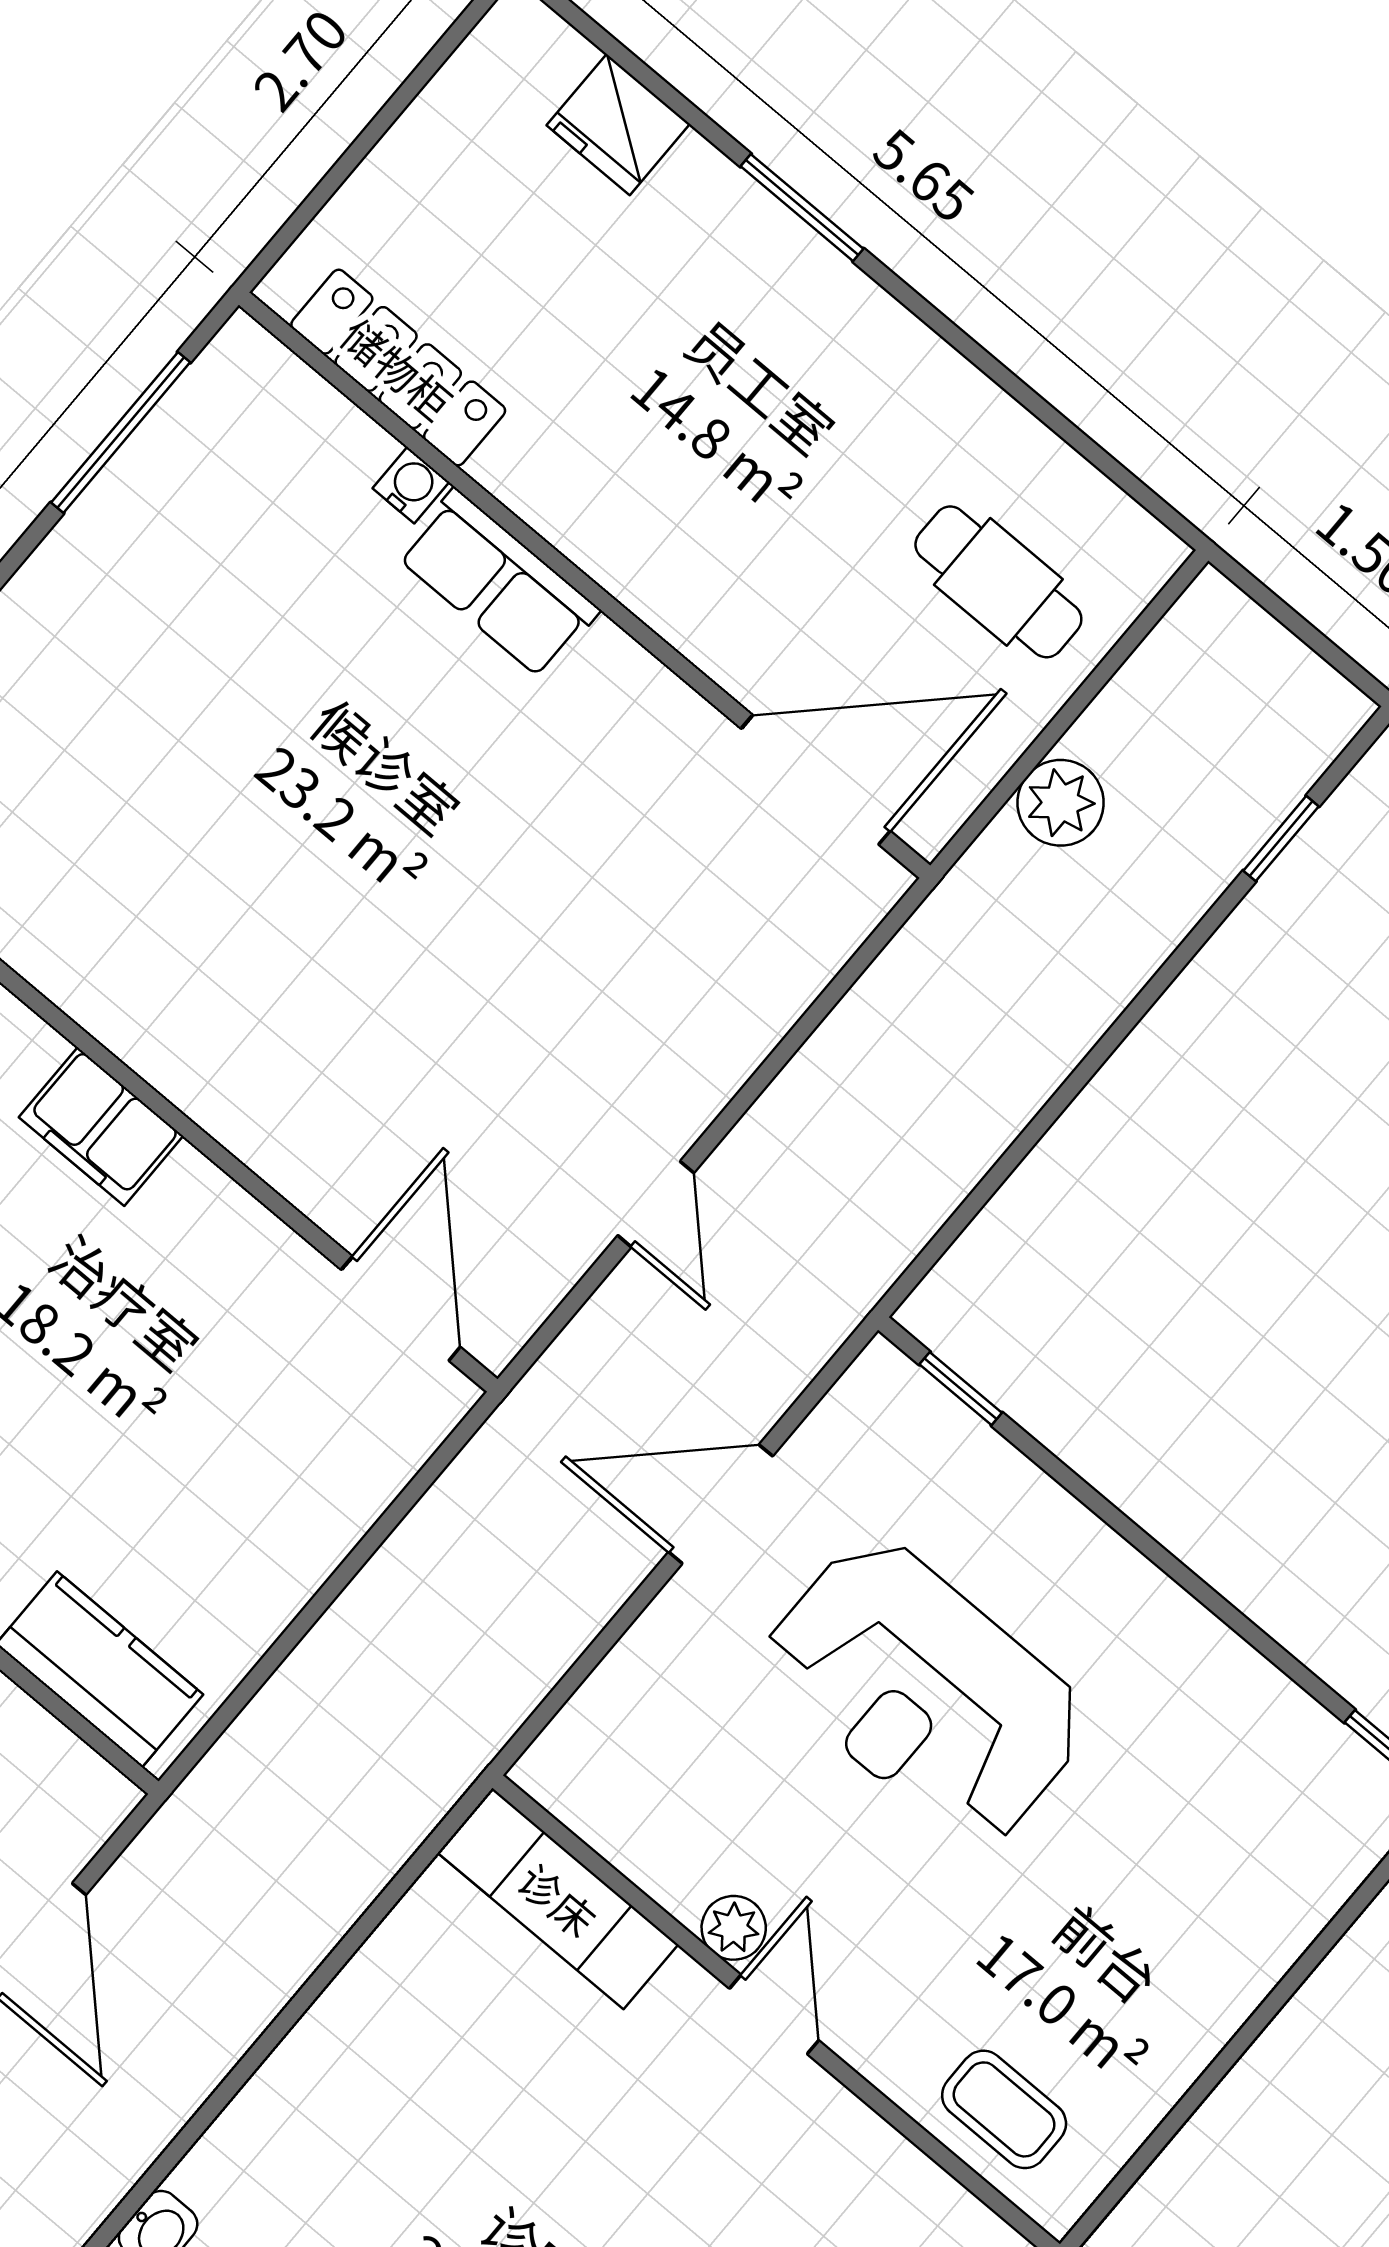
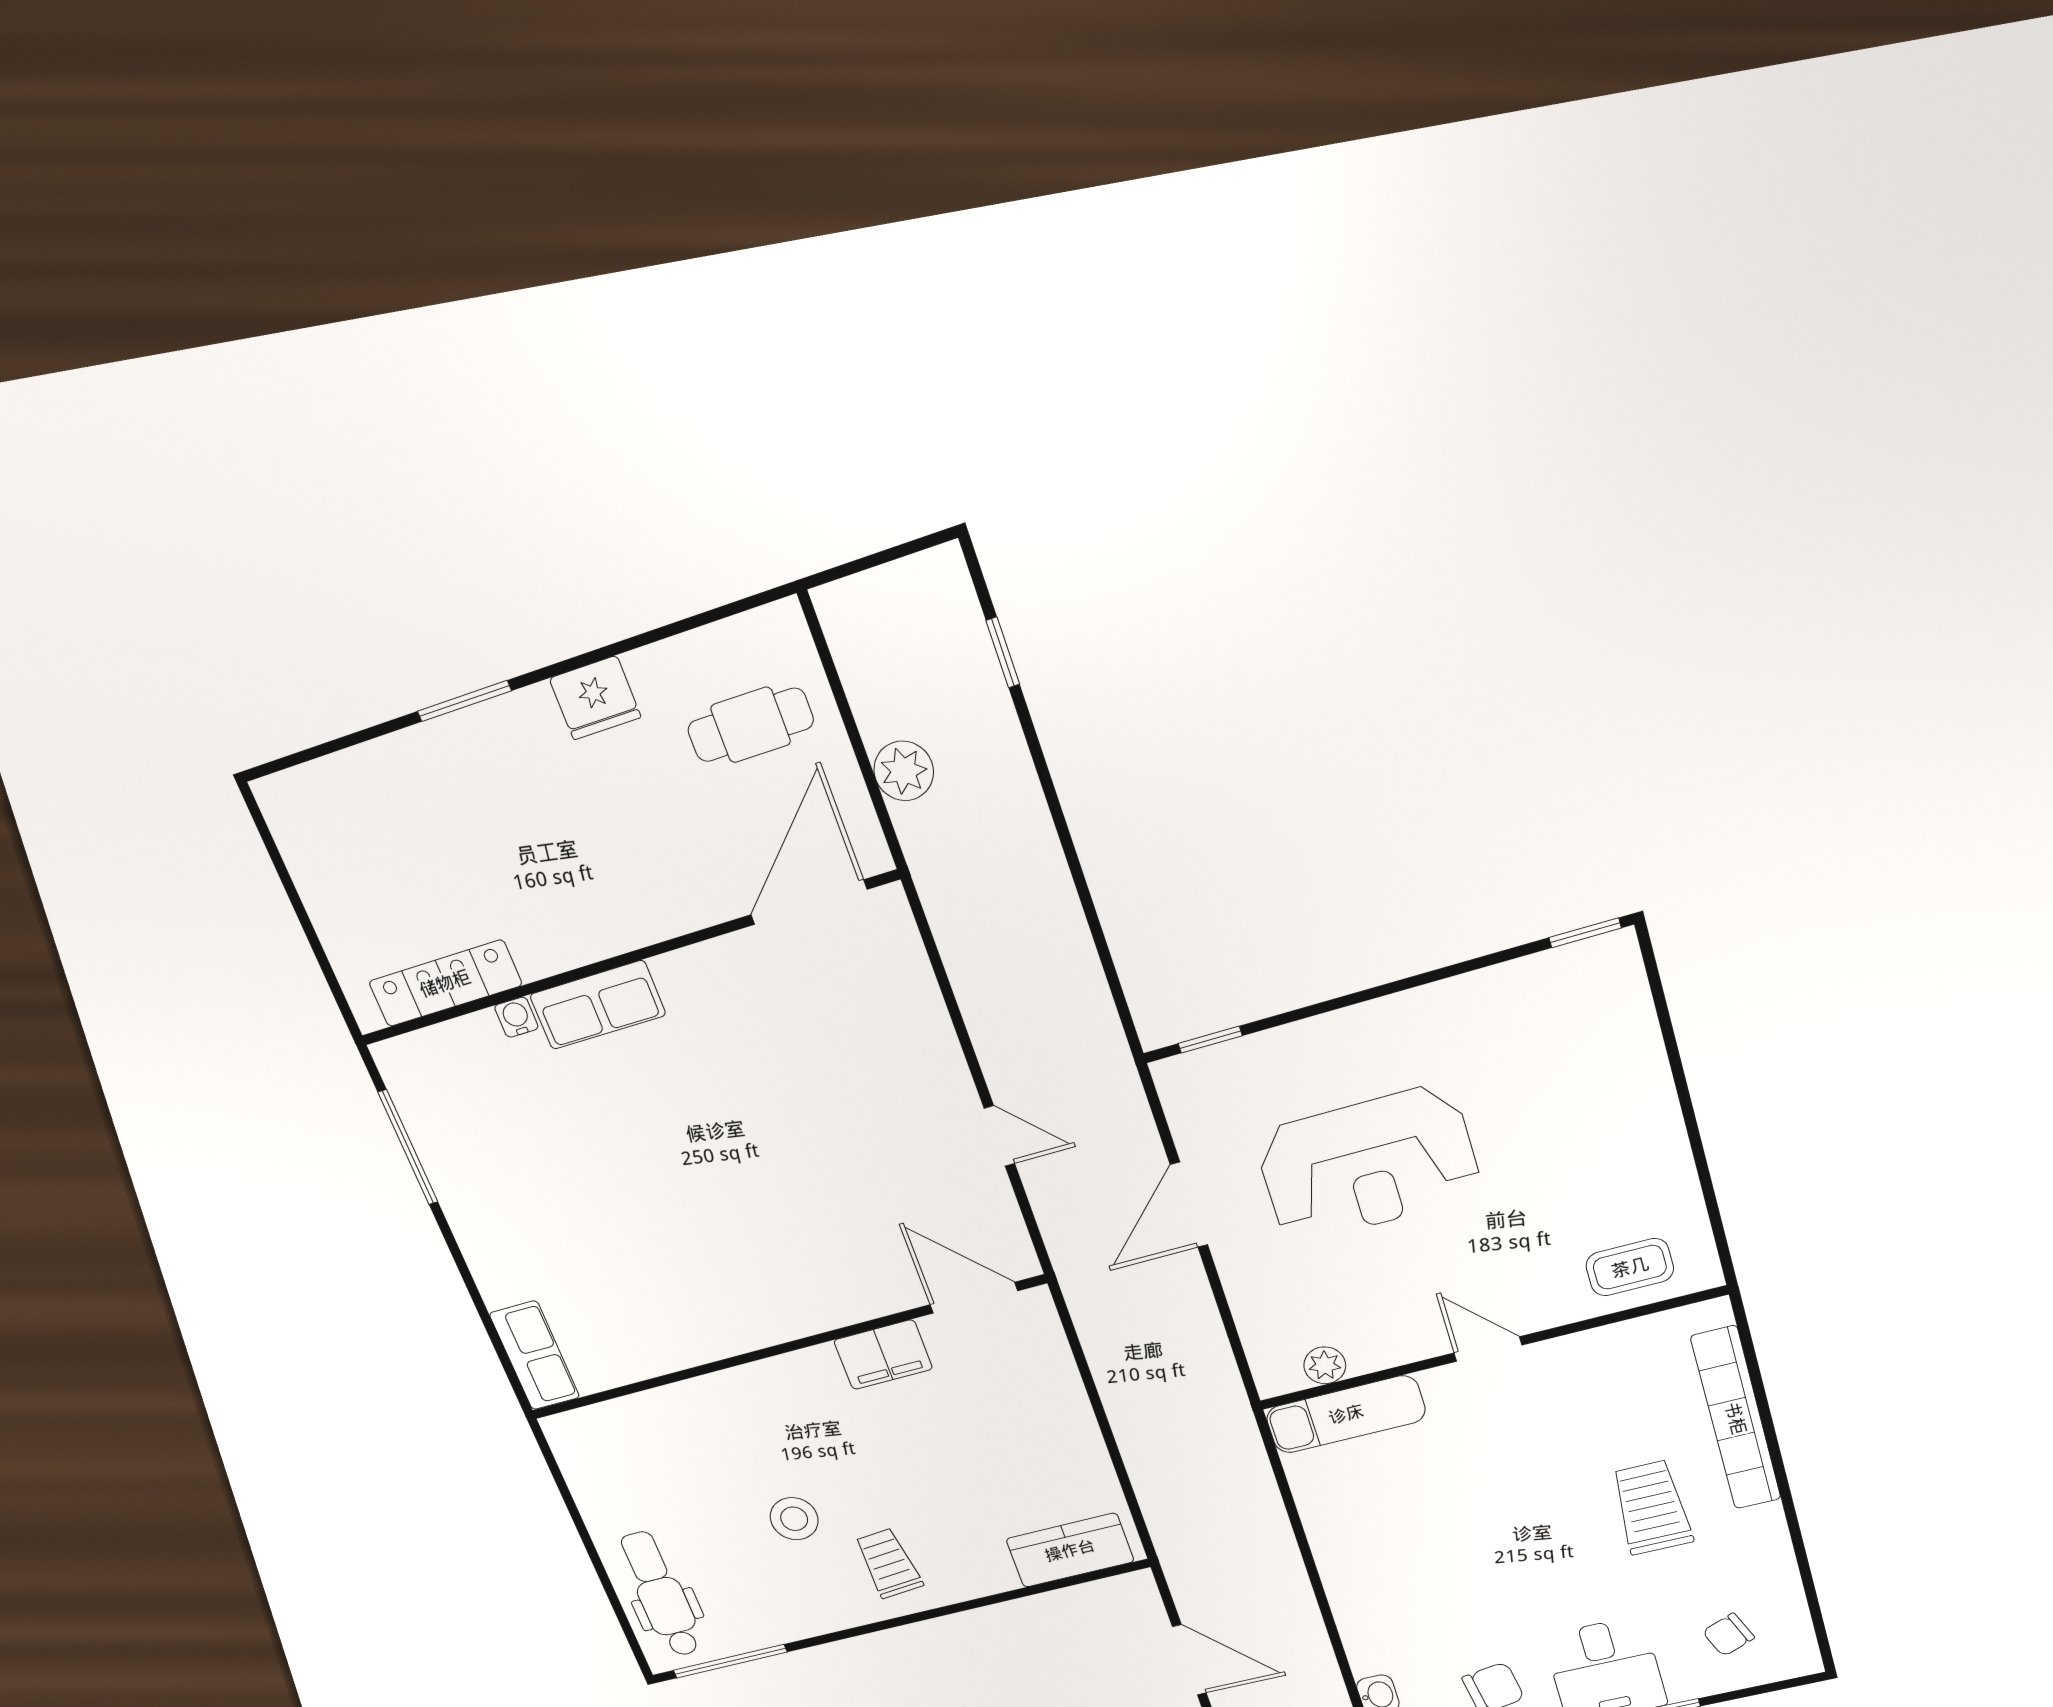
fridge: (618, 125) -> (595, 698), moved
filing cabinet: (101, 1127) -> (883, 1355), moved
plant: (734, 1928) -> (1325, 1365), moved

